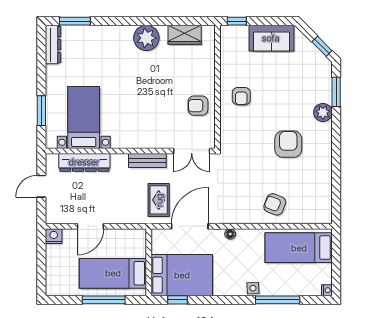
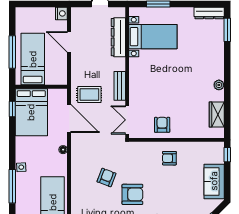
plant: (146, 38) -> (219, 85), width x0.53, depth x0.53
armchair: (275, 204) -> (106, 177), moved

